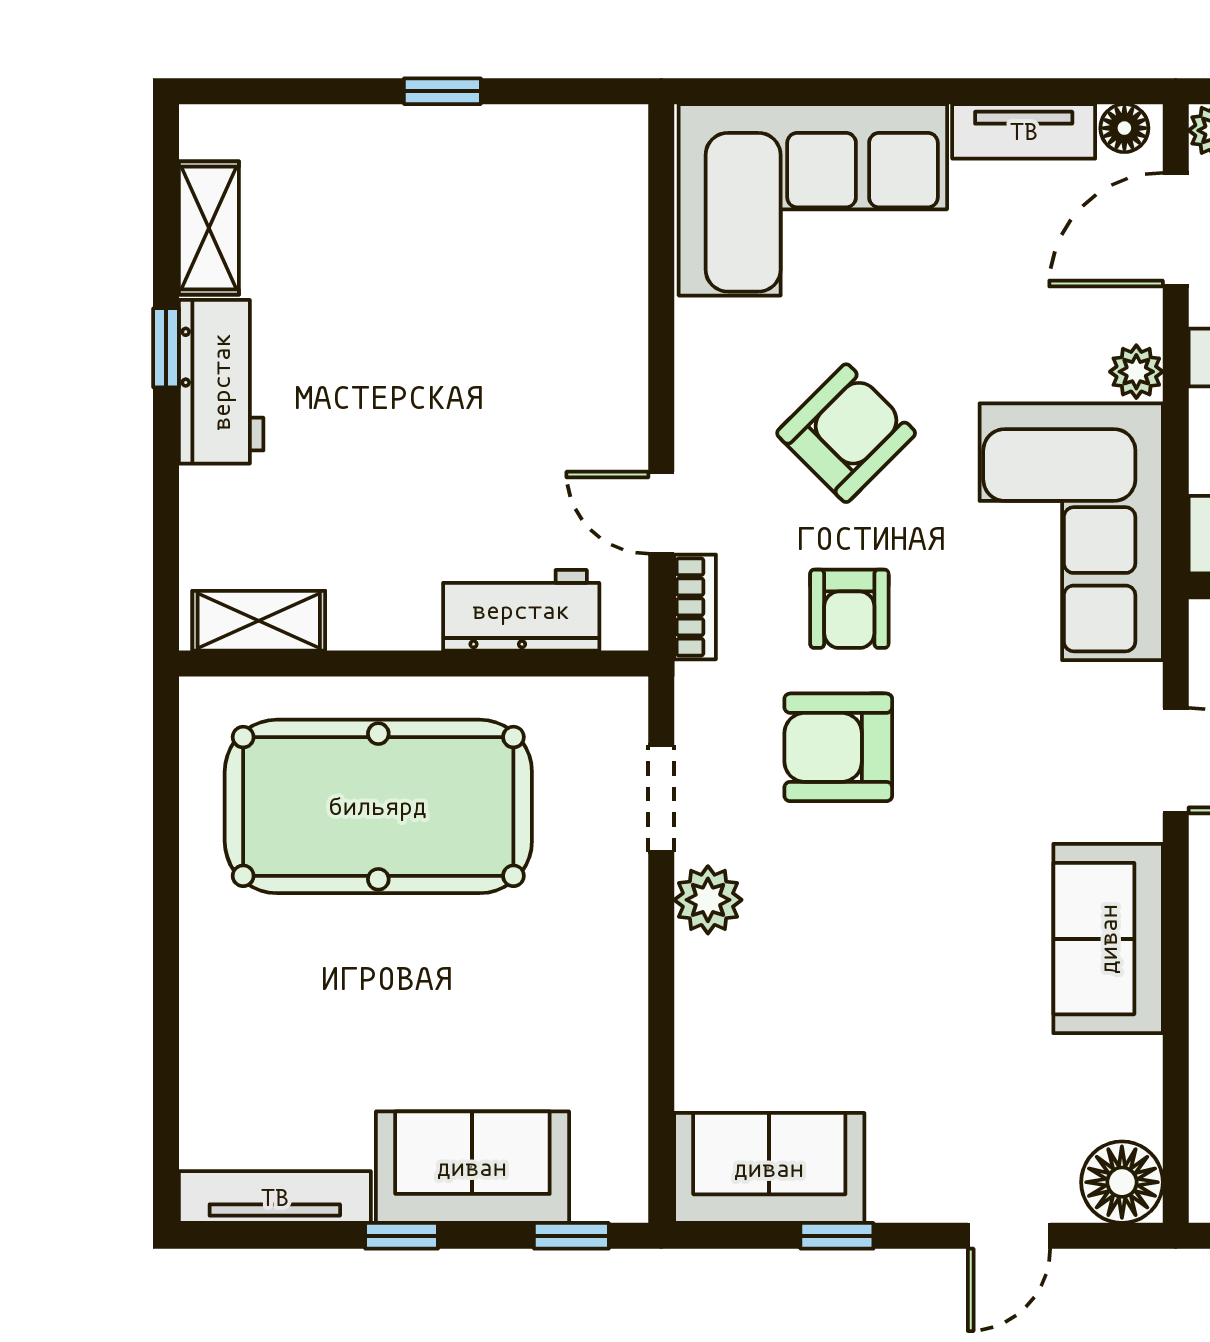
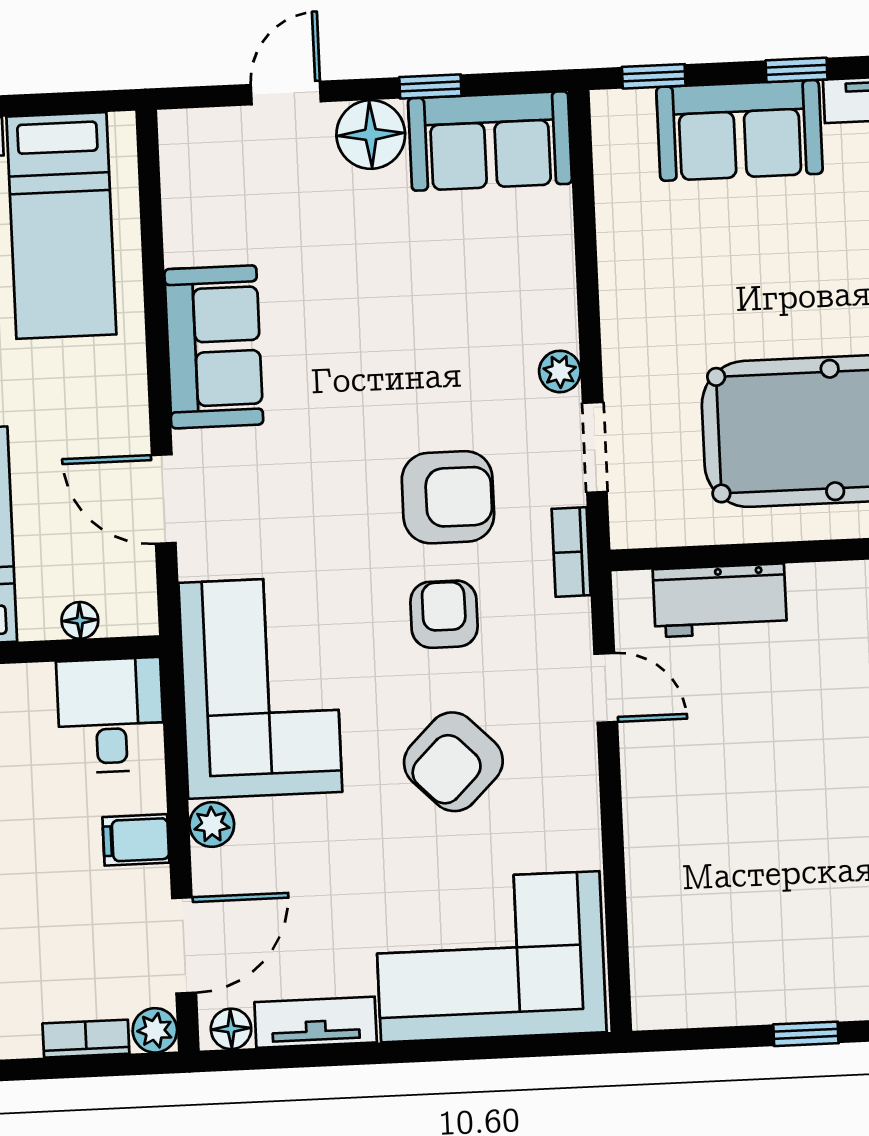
bookcase: (695, 607) -> (571, 552), moved
plant: (708, 900) -> (560, 371), width x0.73, depth x0.73
floor lamp: (1122, 1182) -> (371, 134), moved

